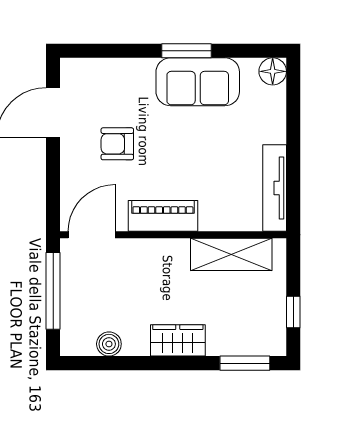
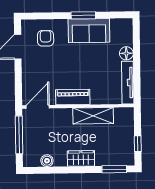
floor lamp: (273, 71) -> (126, 53), moved
armchair: (117, 144) -> (46, 38), moved, turned 90
shelving: (231, 254) -> (93, 116), moved

